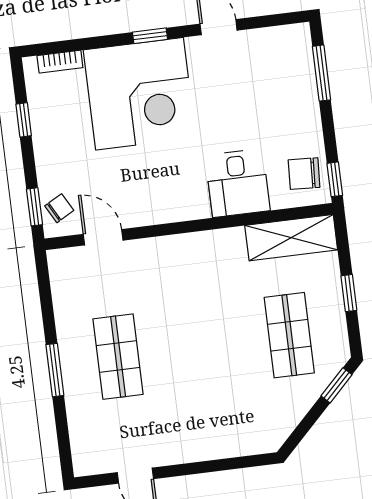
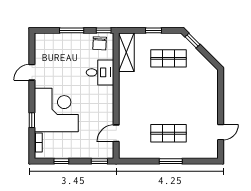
window: (150, 36) -> (32, 120), moved
window: (322, 73) -> (72, 30), moved
chair: (59, 208) -> (101, 151), removed

